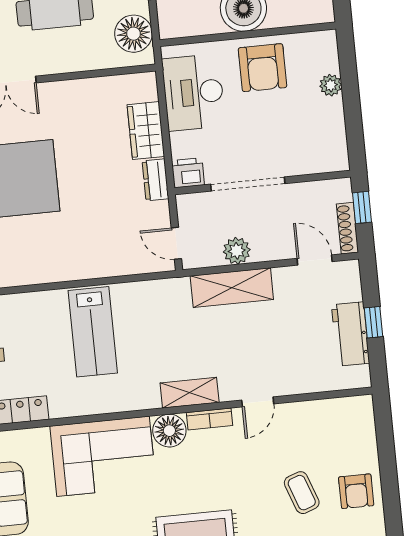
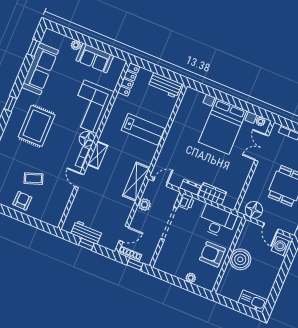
shelving: (232, 288) -> (136, 182), moved
lab bench: (93, 332) -> (143, 129), turned 180
armchair: (356, 491) -> (22, 201), turned 92

